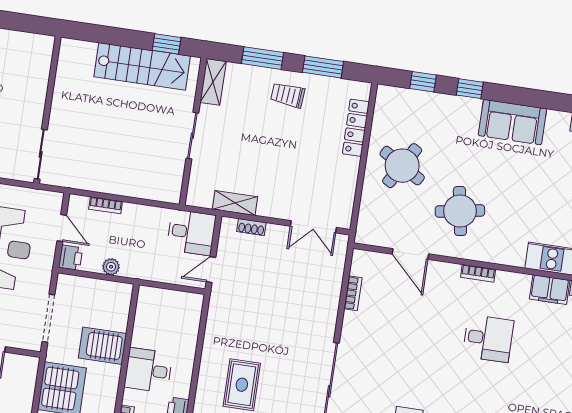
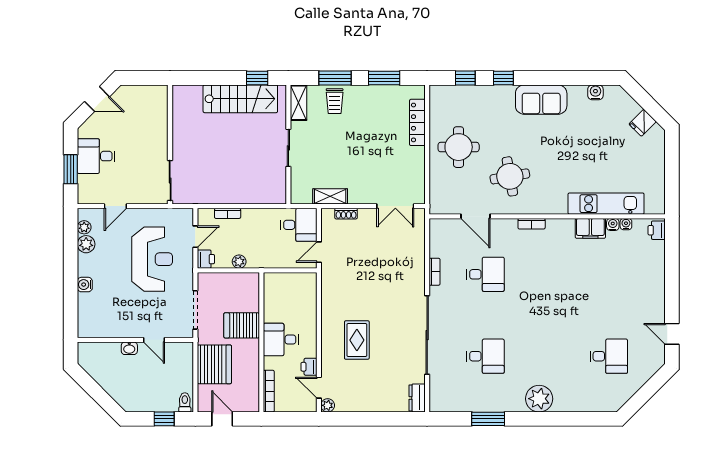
trolley: (288, 95) -> (335, 101), moved, turned -95
round table: (402, 166) -> (459, 147), turned -31
door: (62, 228) -> (195, 237), hinge flipped
bookcase: (353, 293) -> (435, 272), moved
desk: (488, 338) -> (485, 274), moved

